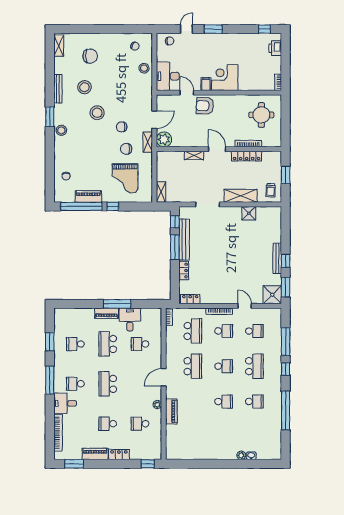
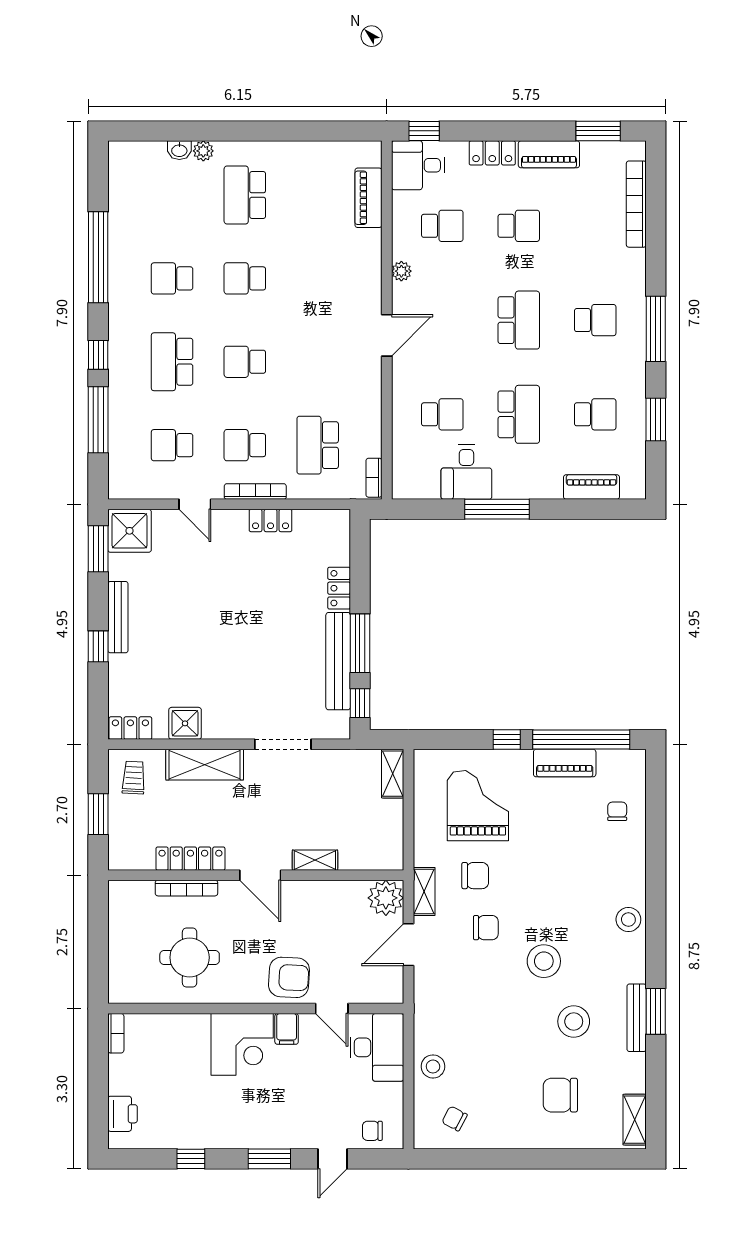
window: (264, 29) -> (191, 1159), moved
round table: (261, 115) -> (190, 957), moved
window: (50, 117) -> (656, 1011), moved
locker: (272, 211) -> (130, 728), added
window: (286, 261) -> (98, 646), moved
locker: (190, 299) -> (271, 520), moved
piano: (107, 313) -> (592, 487), moved
school desk: (193, 366) -> (245, 195), moved
desk: (65, 403) -> (418, 165), moved, turned 180
piano: (171, 411) -> (368, 198), moved

